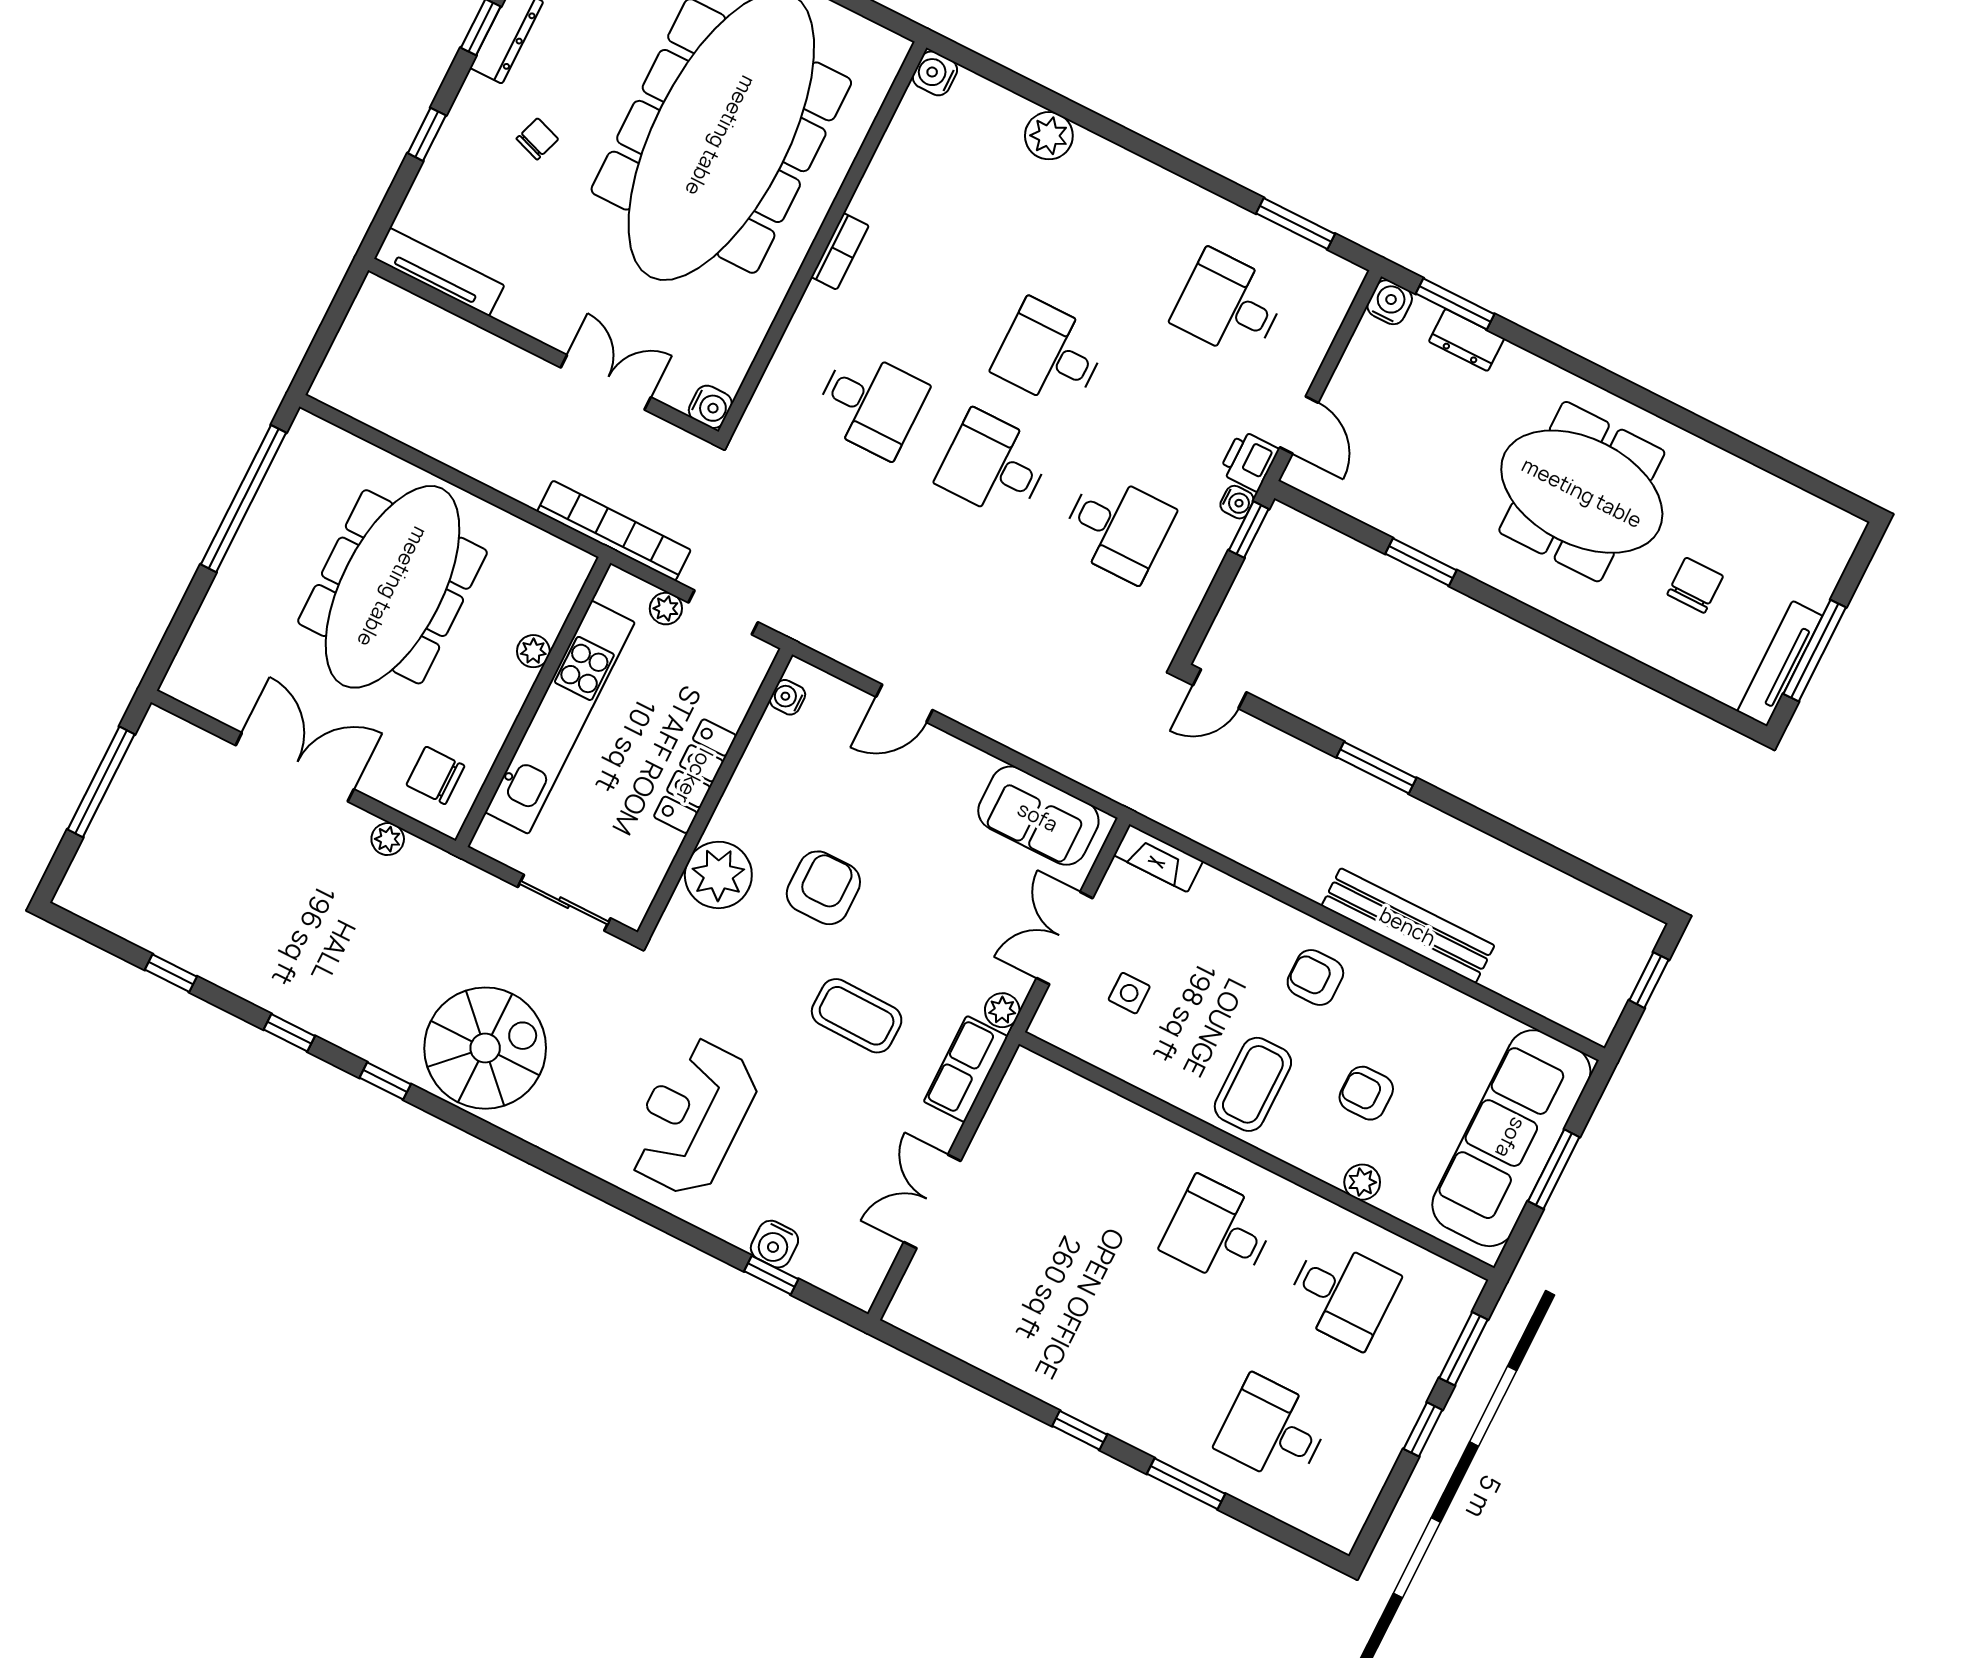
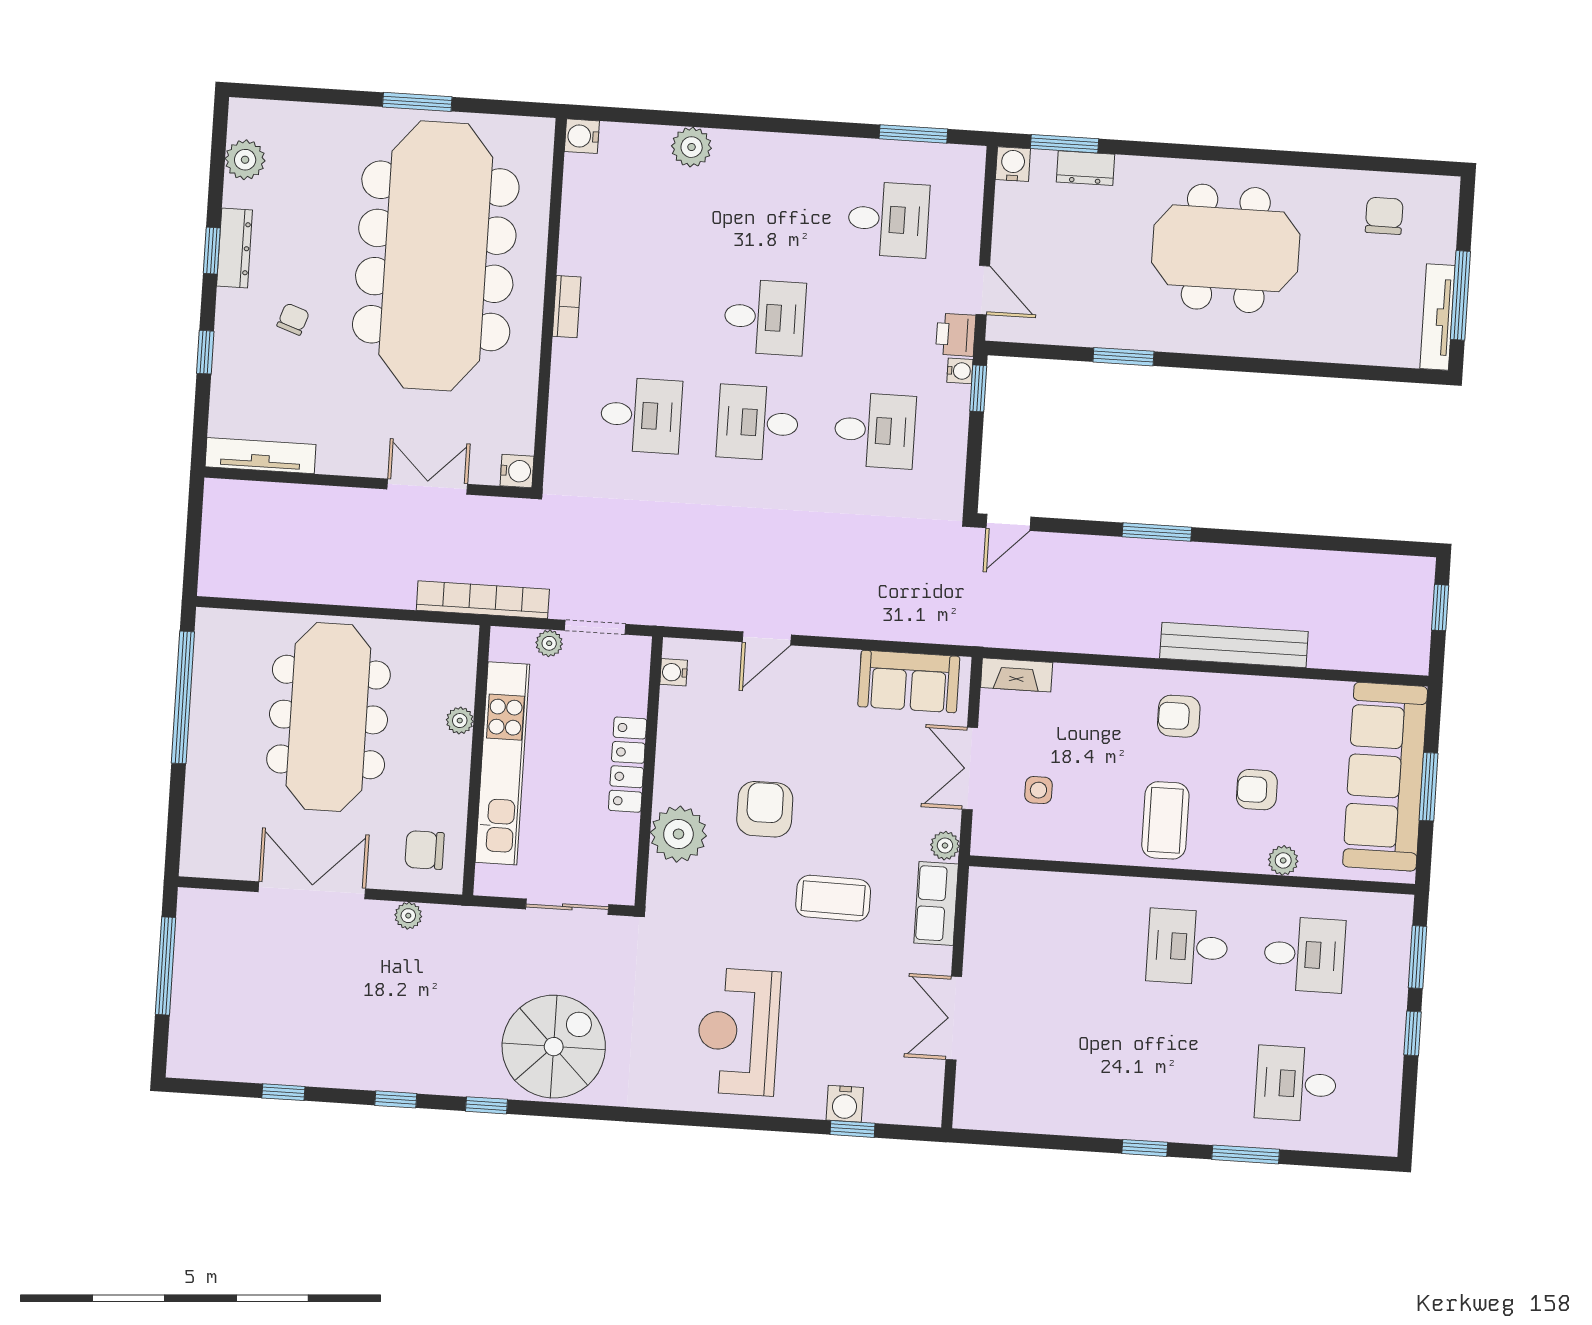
desk: (1229, 305) -> (888, 219), turned 180
desk: (1050, 354) -> (765, 317), turned 180
chair: (1695, 585) -> (1384, 216), moved

